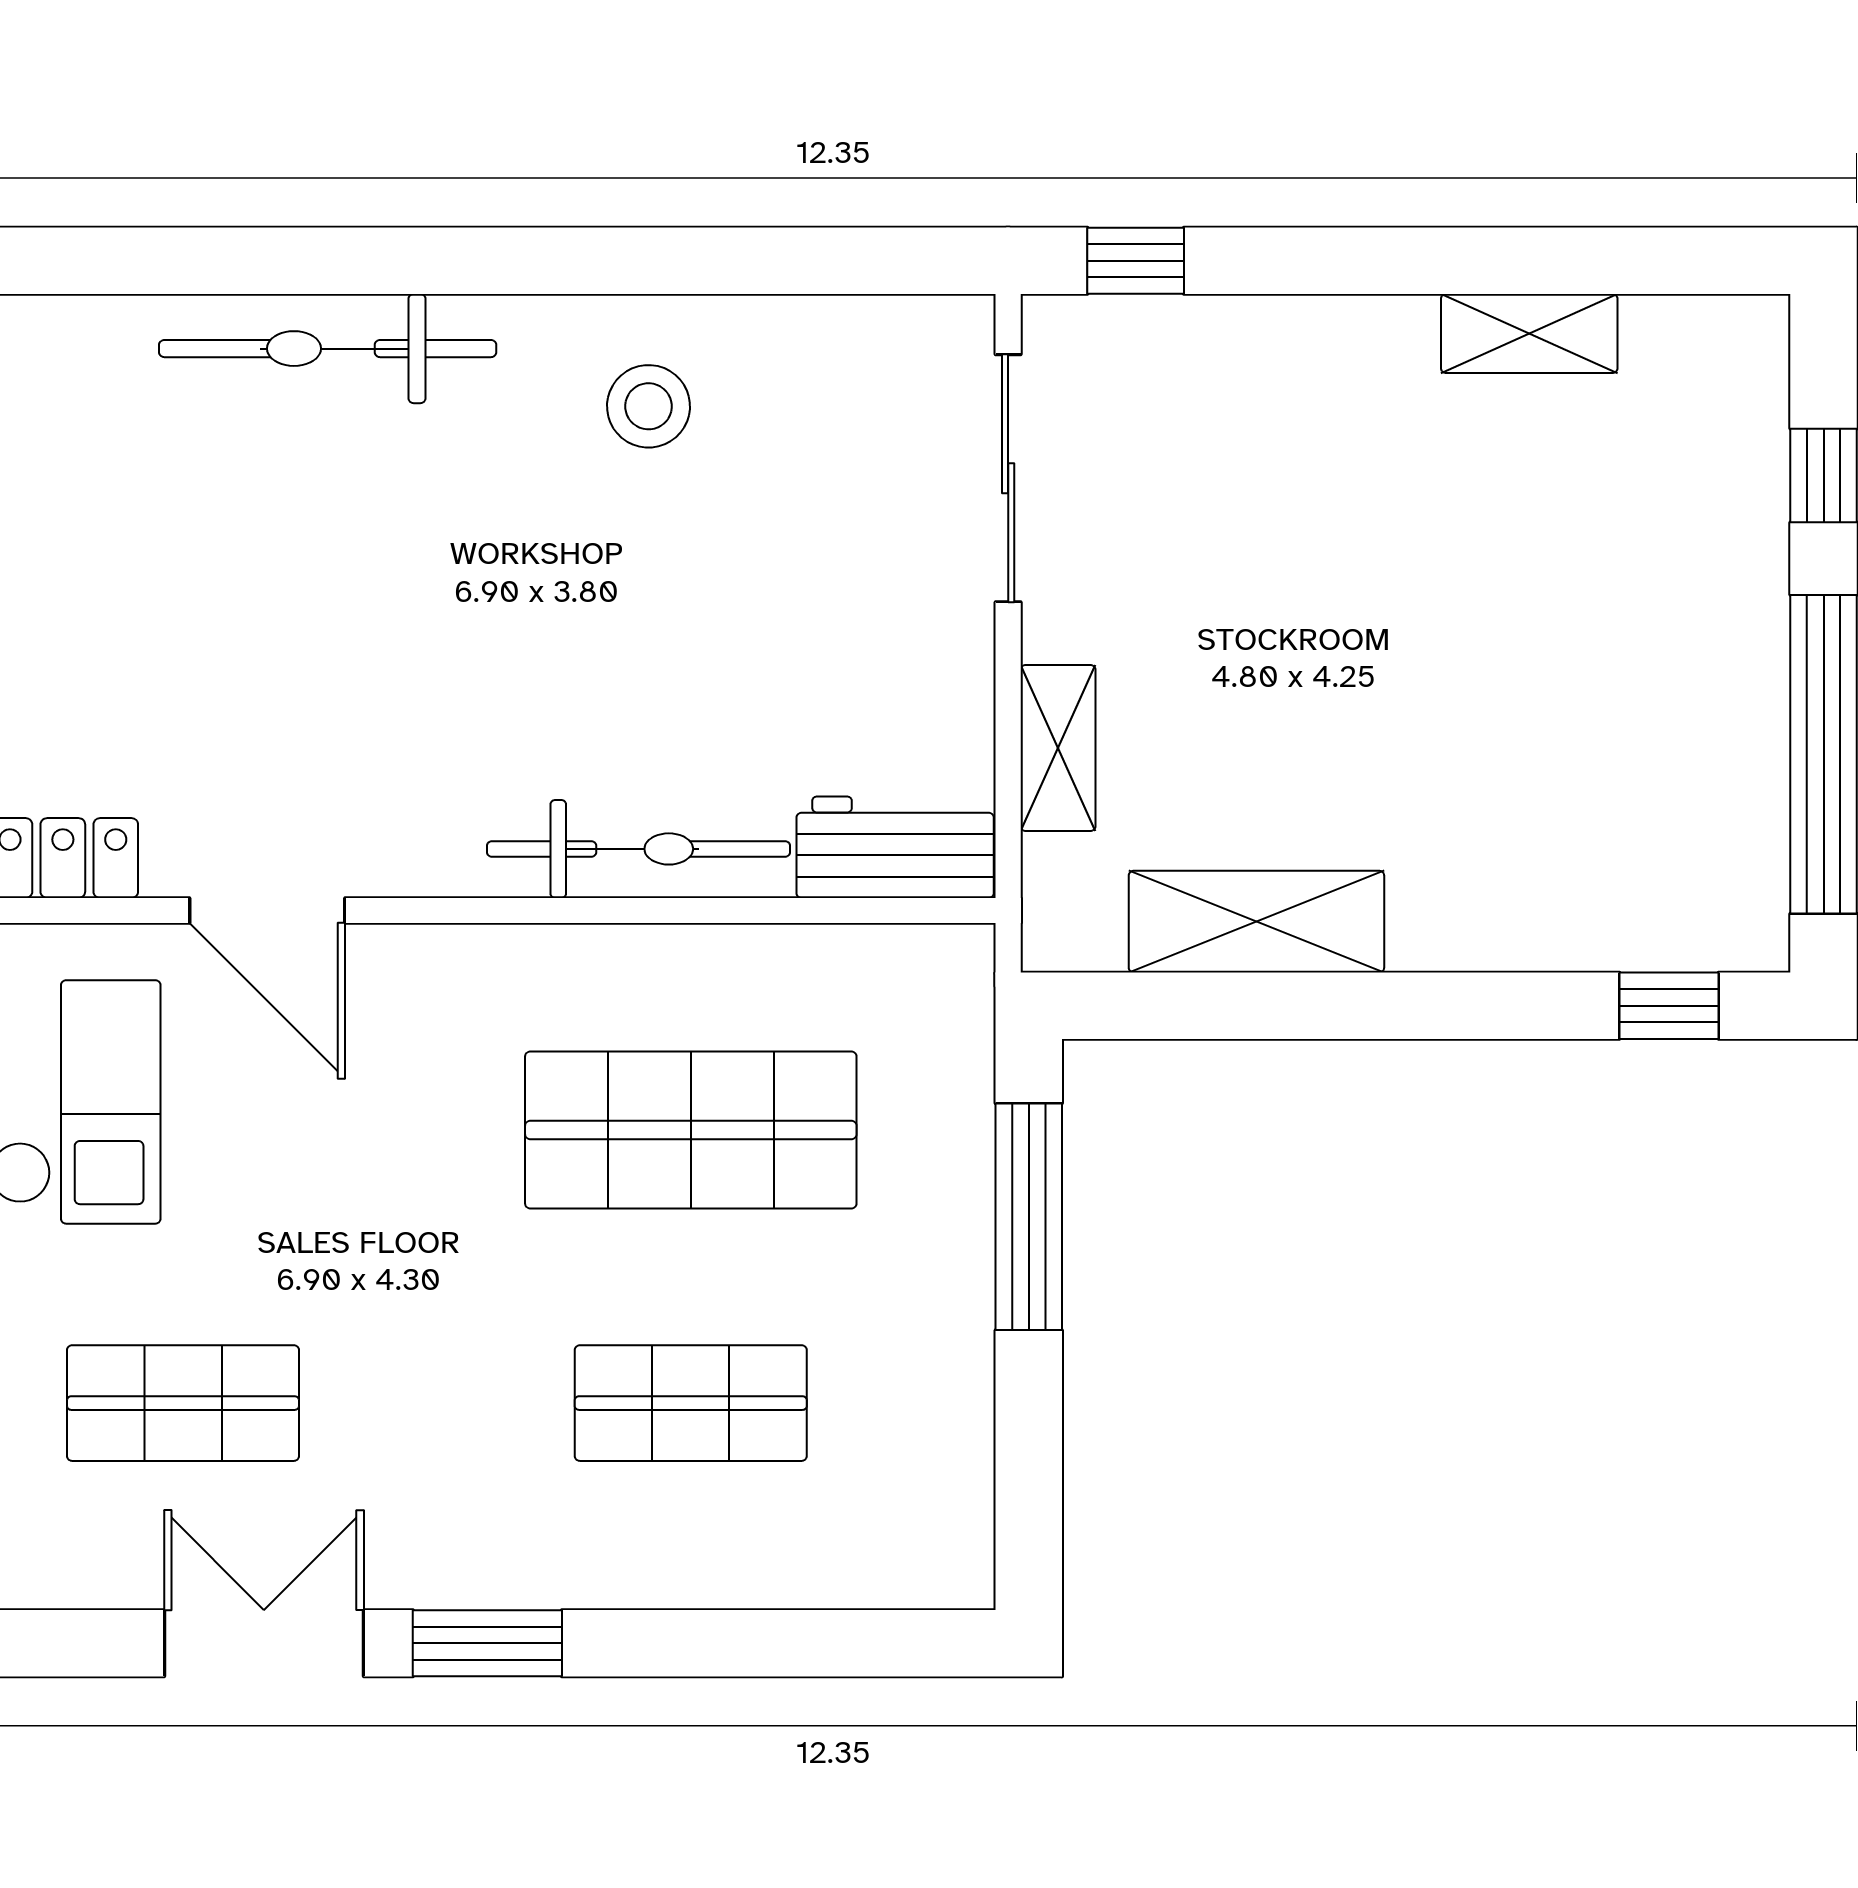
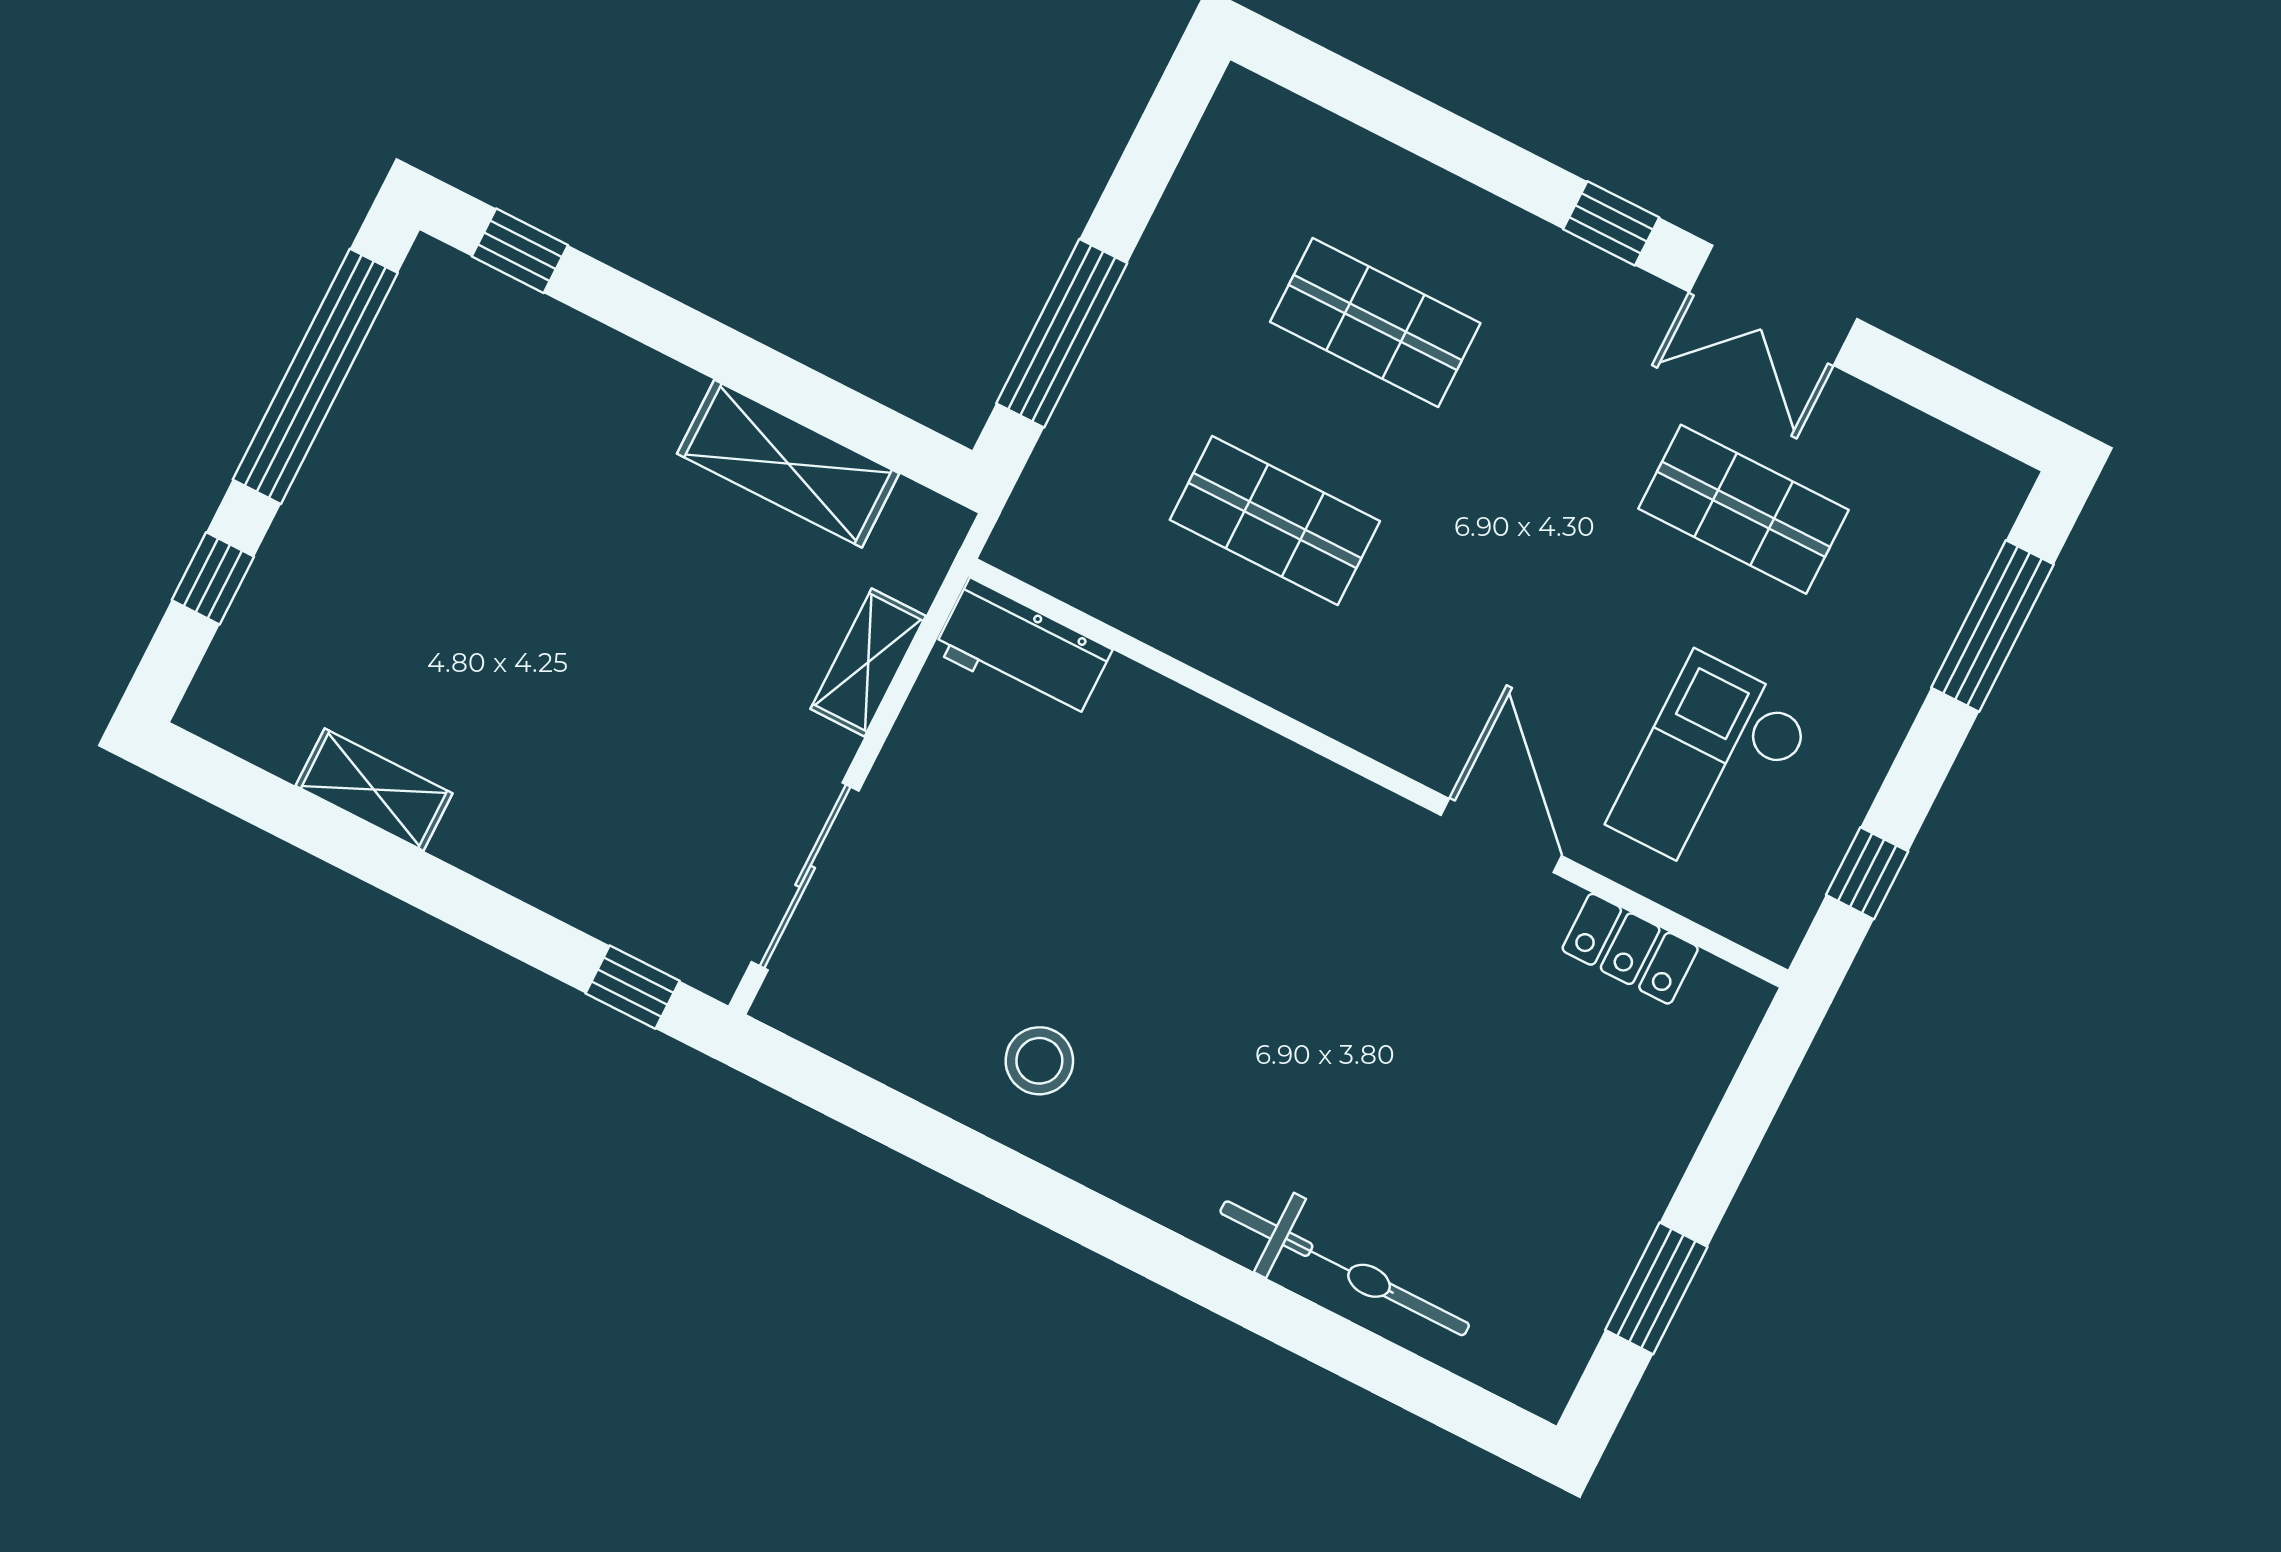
bicycle: (328, 349) -> (1345, 1268), moved
bicycle: (639, 849) -> (1209, 744), removed
shop shelf: (691, 1130) -> (1275, 521), width x0.70, depth x0.74
window: (487, 1643) -> (1611, 223), width x0.67

